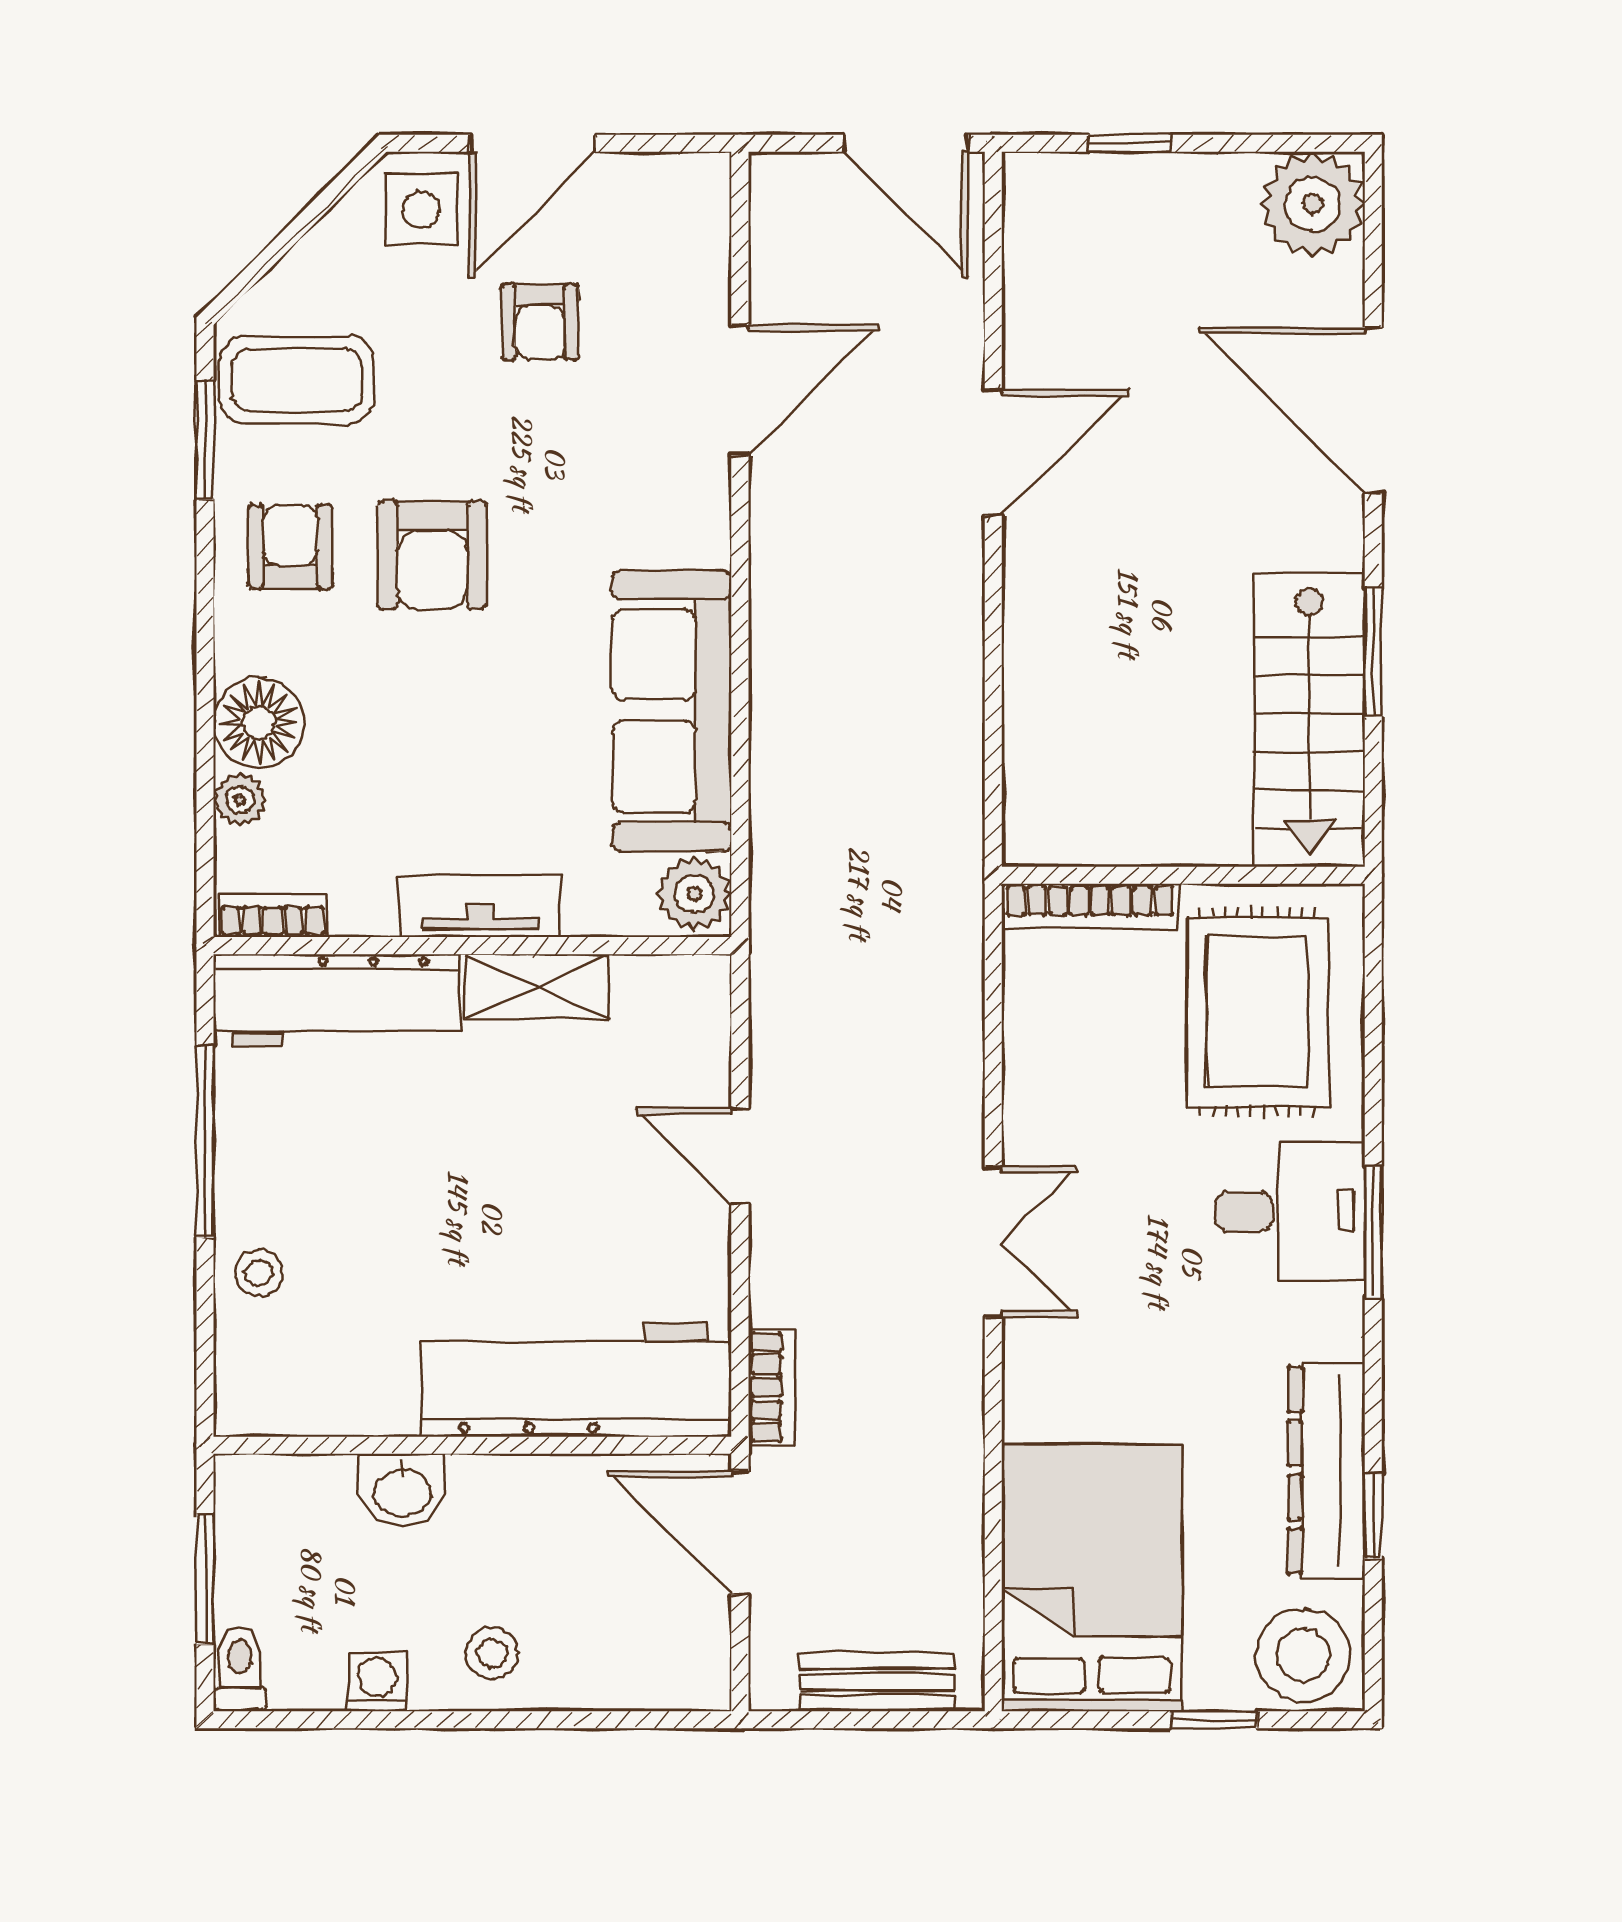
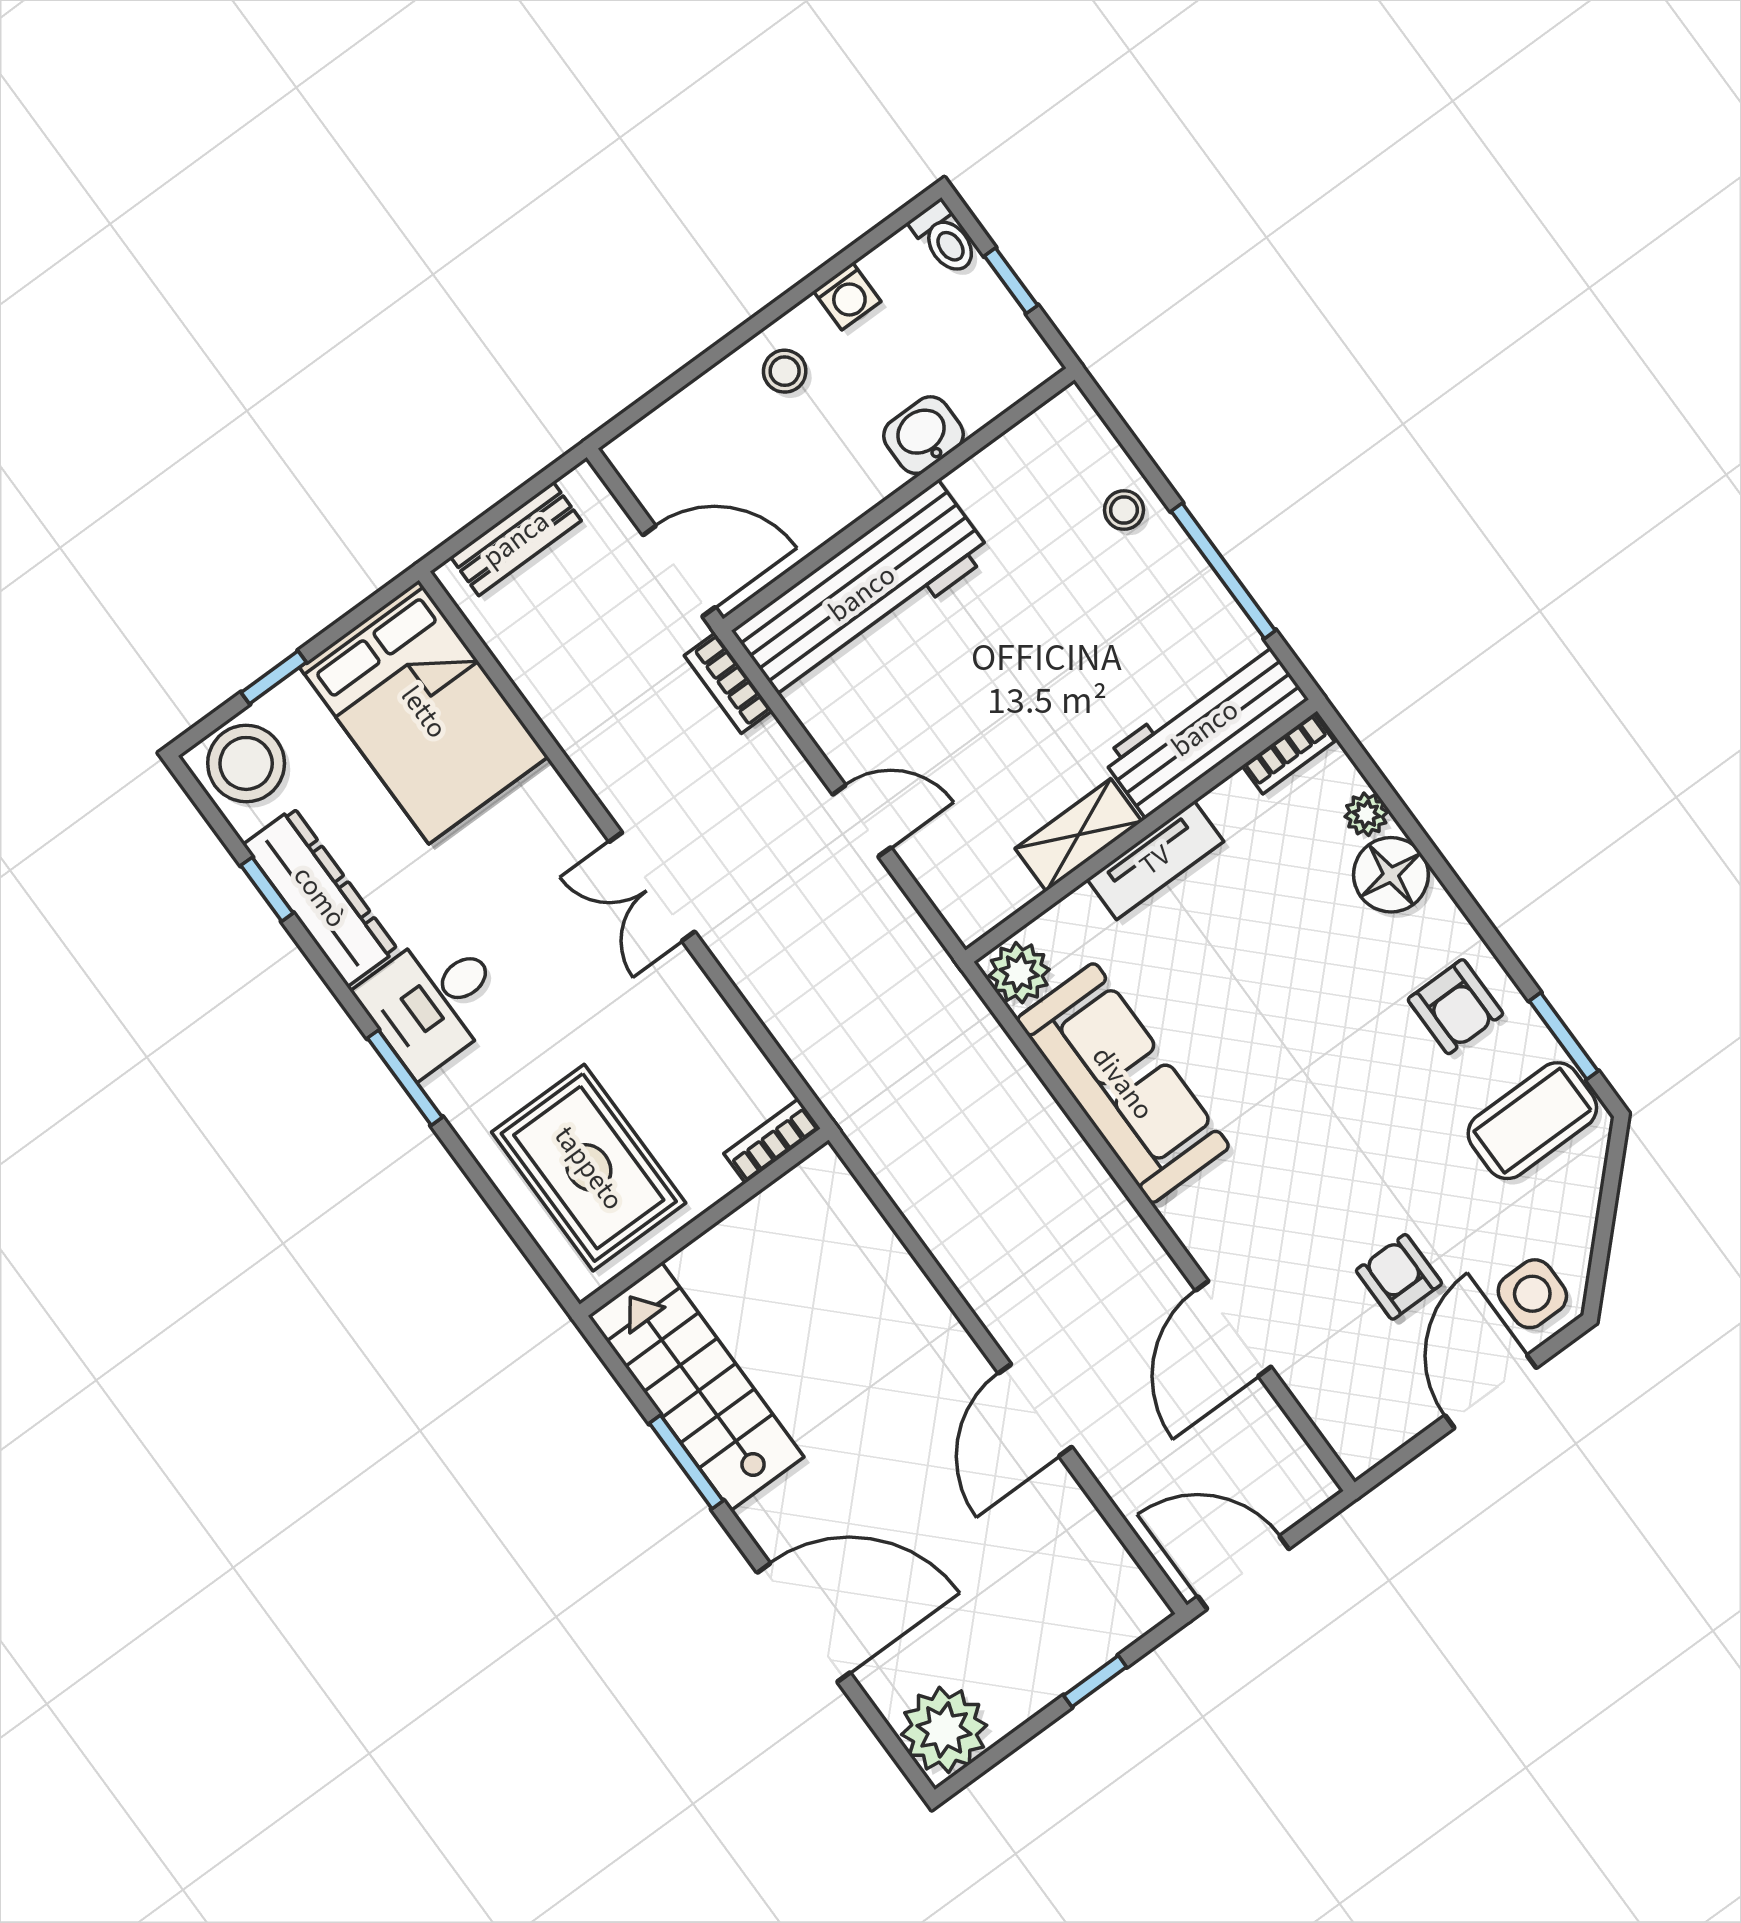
armchair: (432, 555) -> (1357, 1070), removed
bookcase: (1090, 906) -> (772, 1141), width x0.64
desk: (1290, 1211) -> (433, 1001), moved
window: (205, 1579) -> (1011, 281), width x0.67

